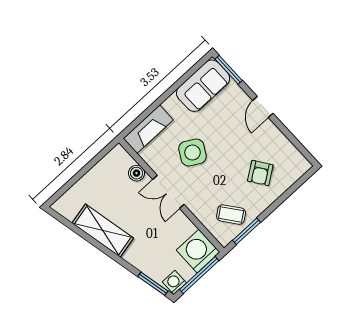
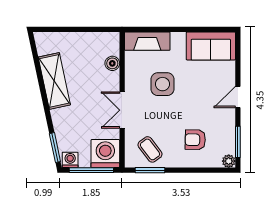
window: (229, 70) -> (238, 142), moved
side table: (192, 152) -> (162, 84), turned -30
plant: (303, 165) -> (229, 161), added
armchair: (260, 173) -> (195, 140), turned 36
double door: (168, 192) -> (122, 110), moved

